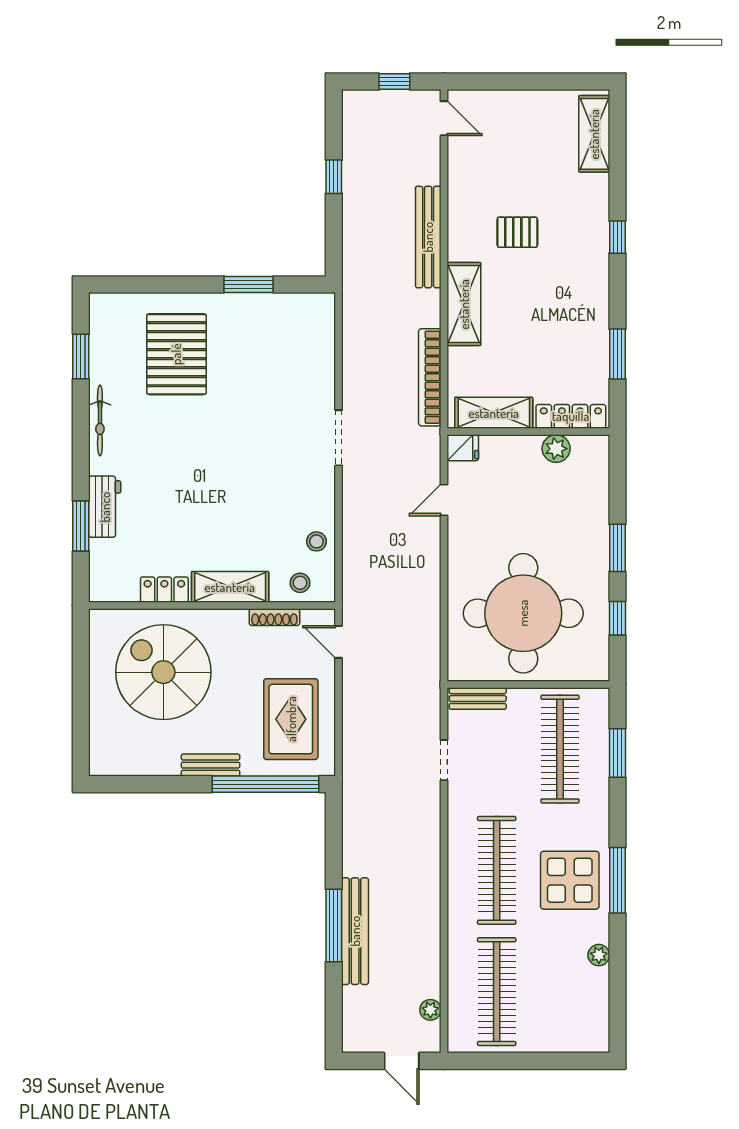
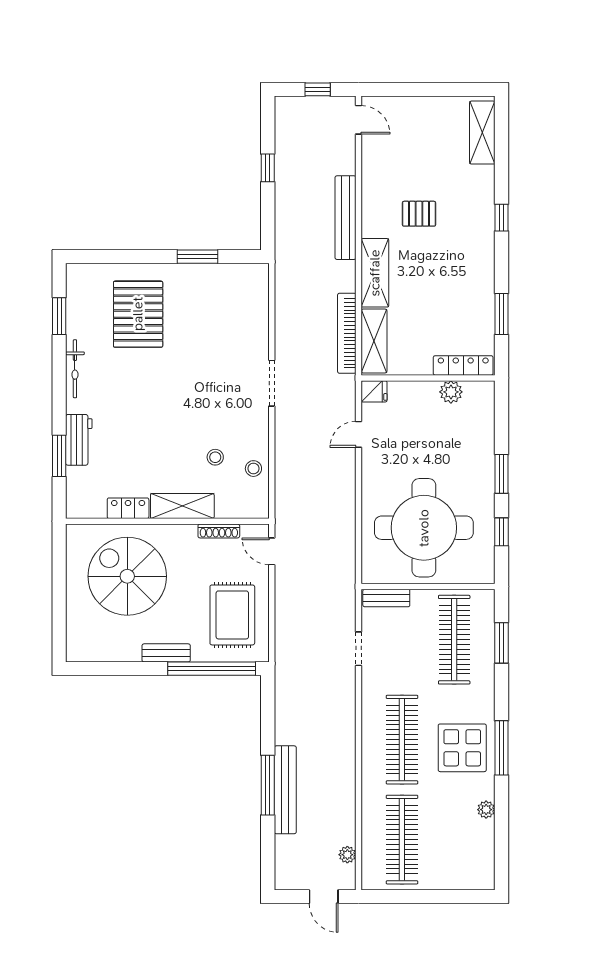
shelving: (494, 413) -> (374, 341), moved, turned 90
stool: (300, 583) -> (215, 457), moved

